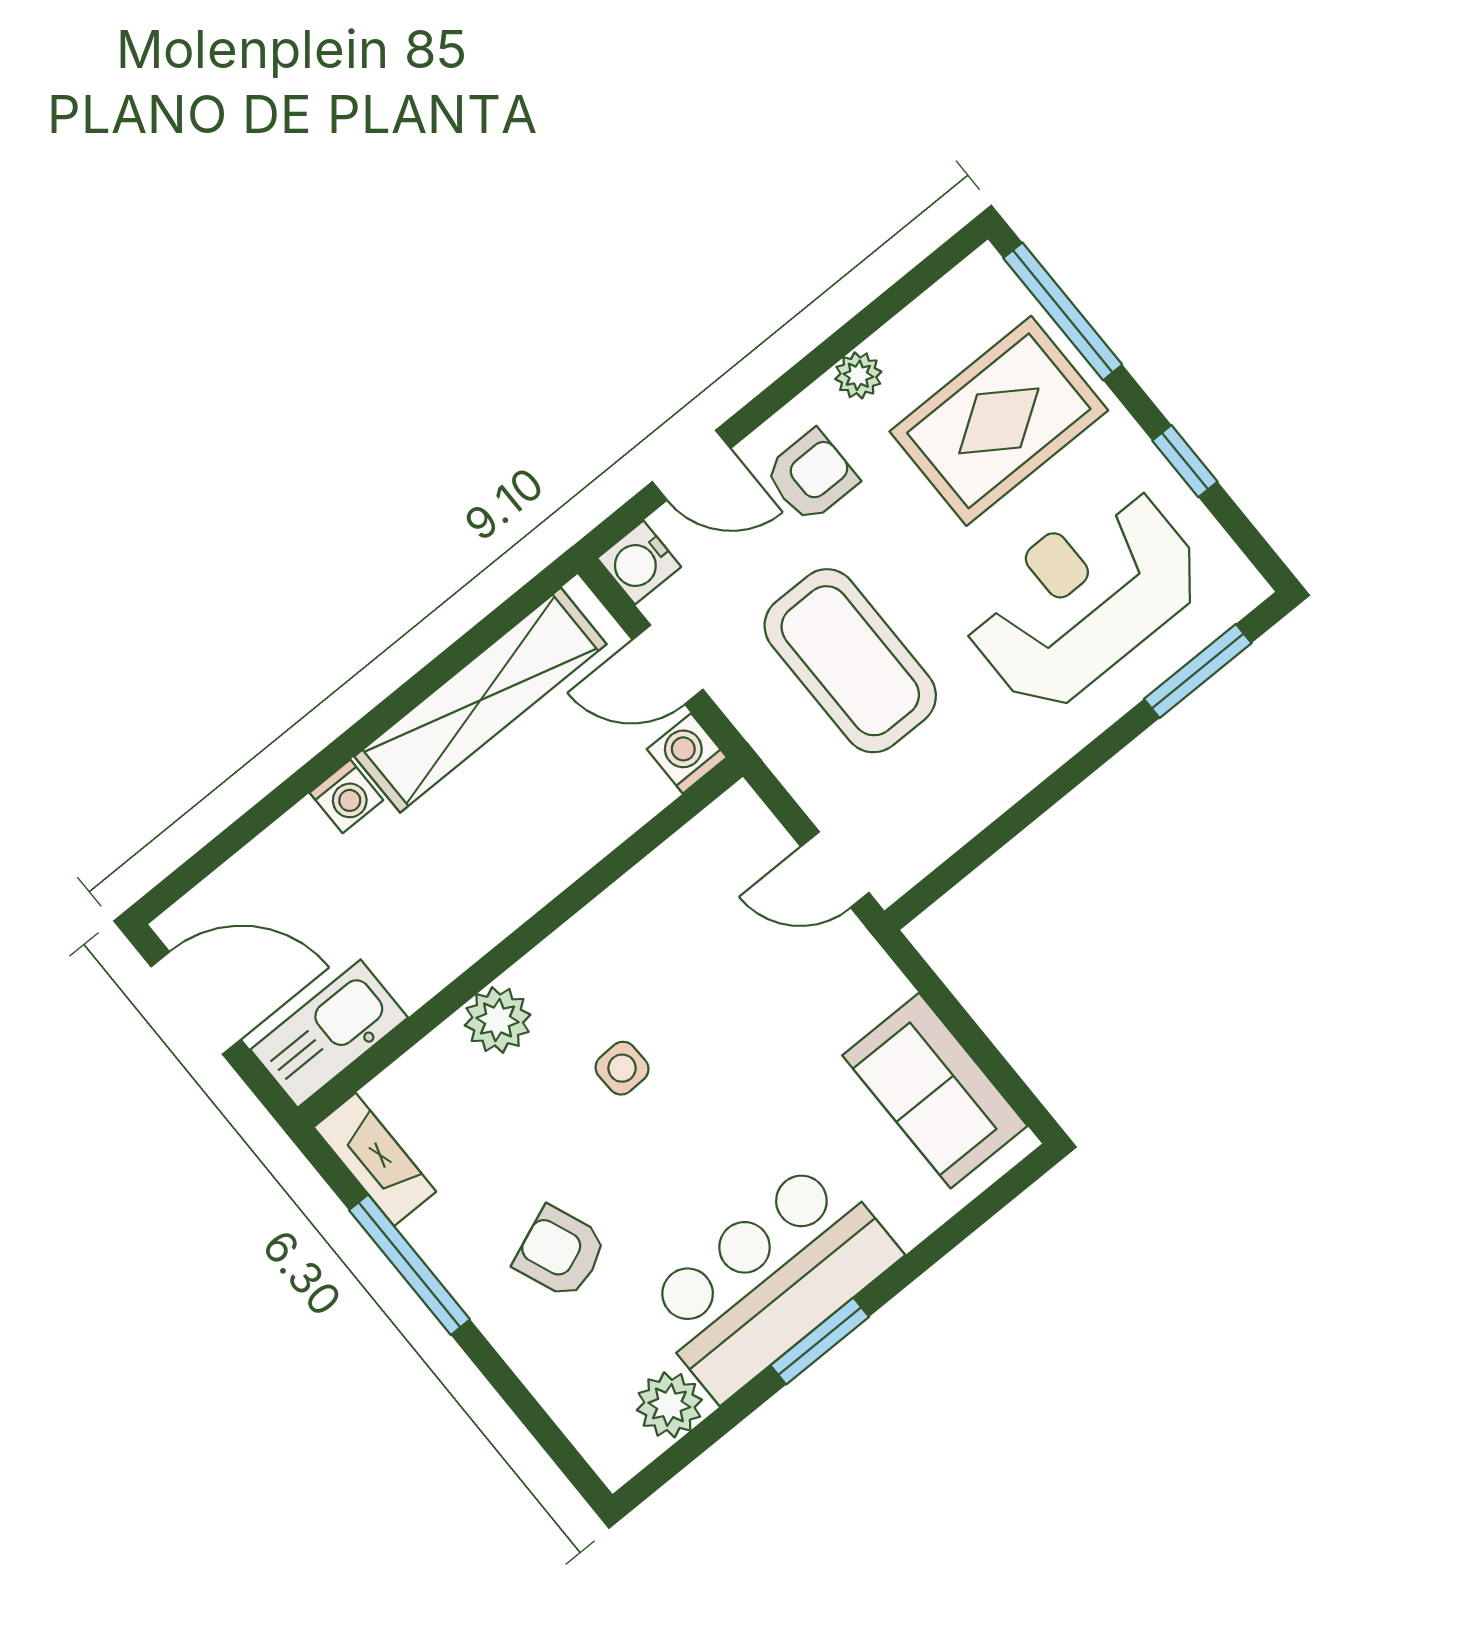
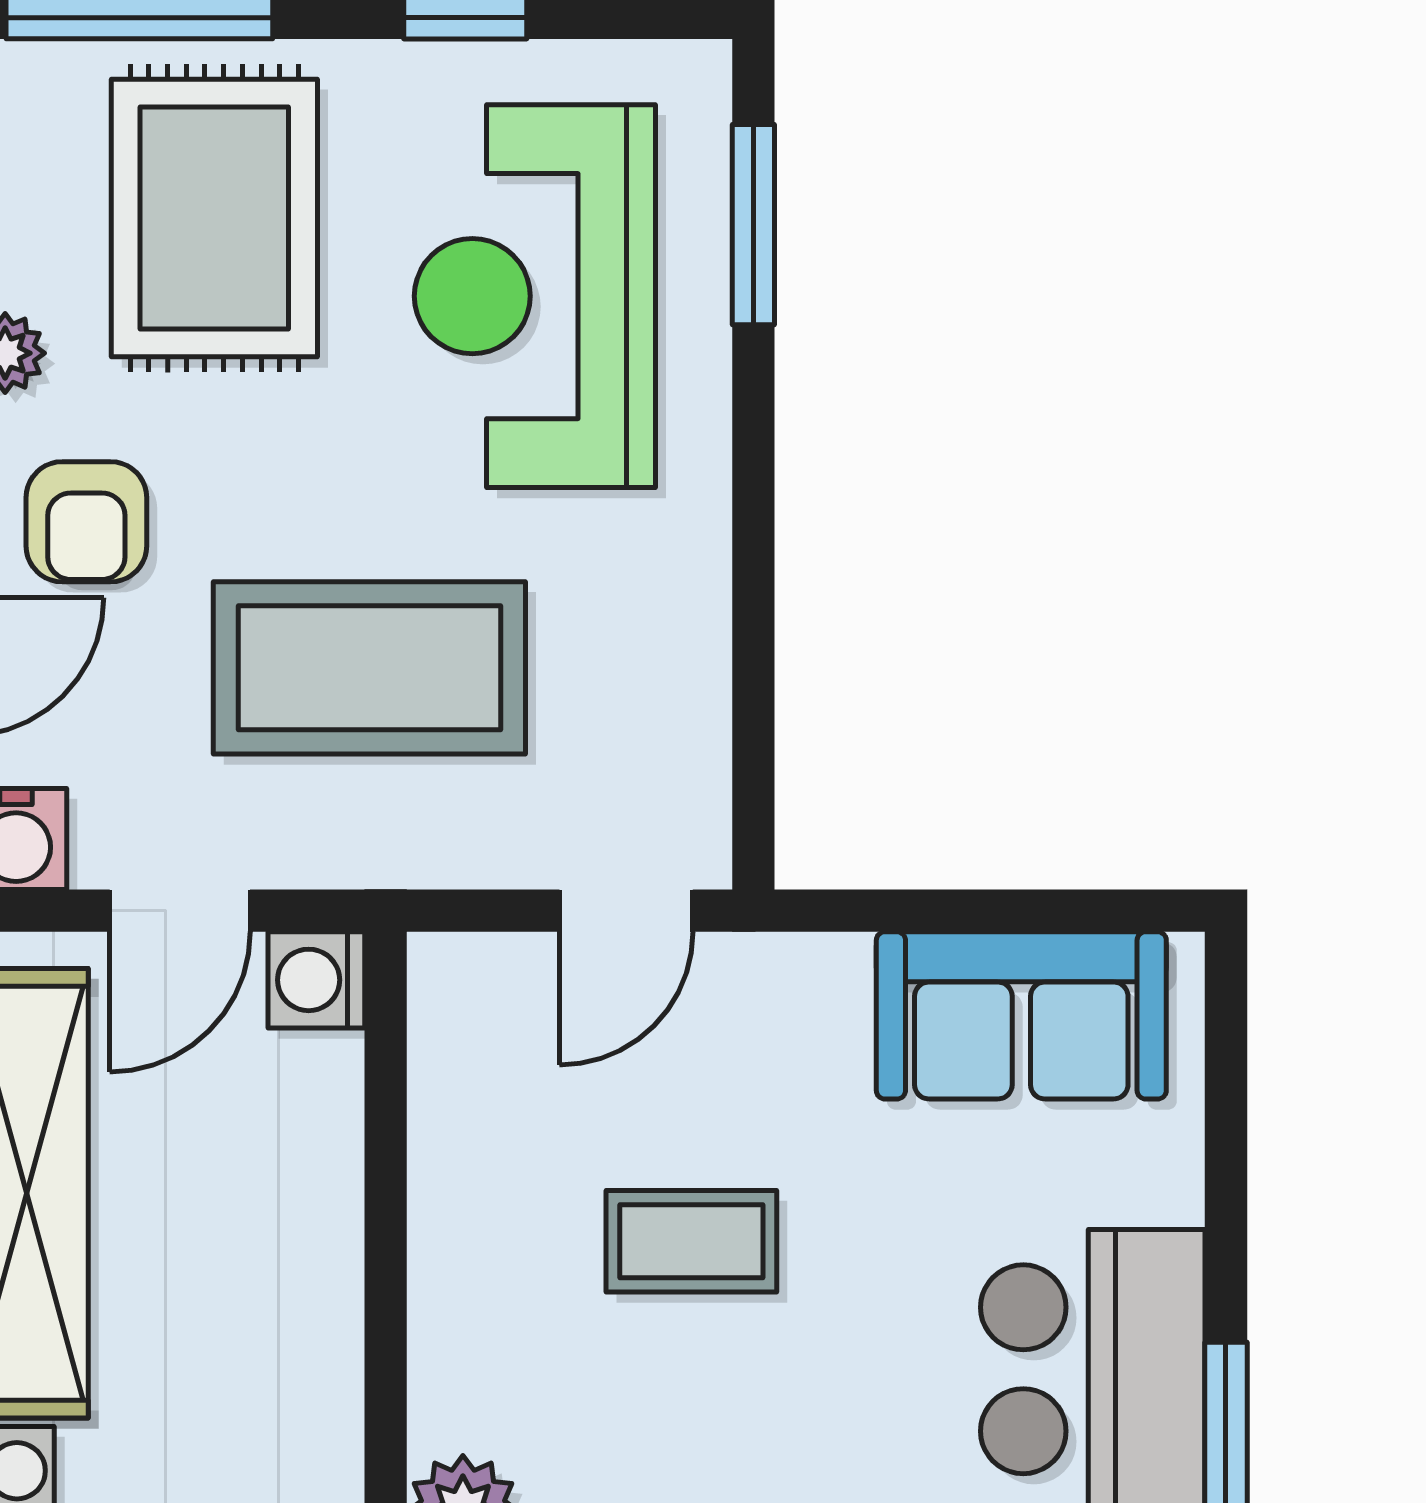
armchair: (811, 476) -> (86, 522), turned 180
coffee table: (707, 1024) -> (691, 1241), added
side table: (622, 1068) -> (659, 1400), removed

